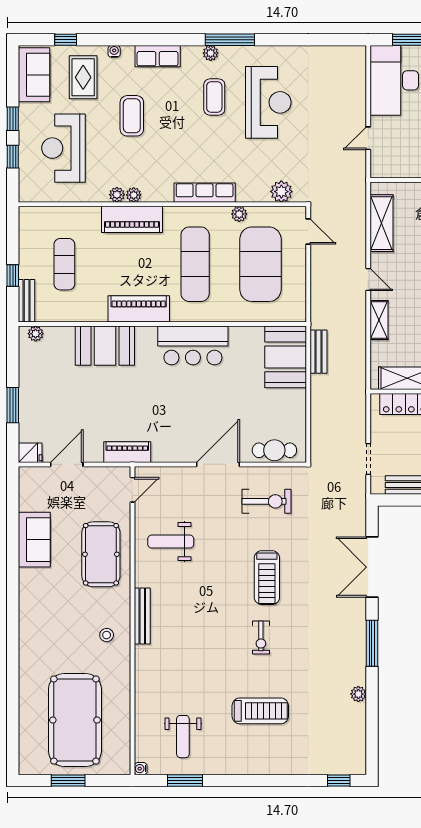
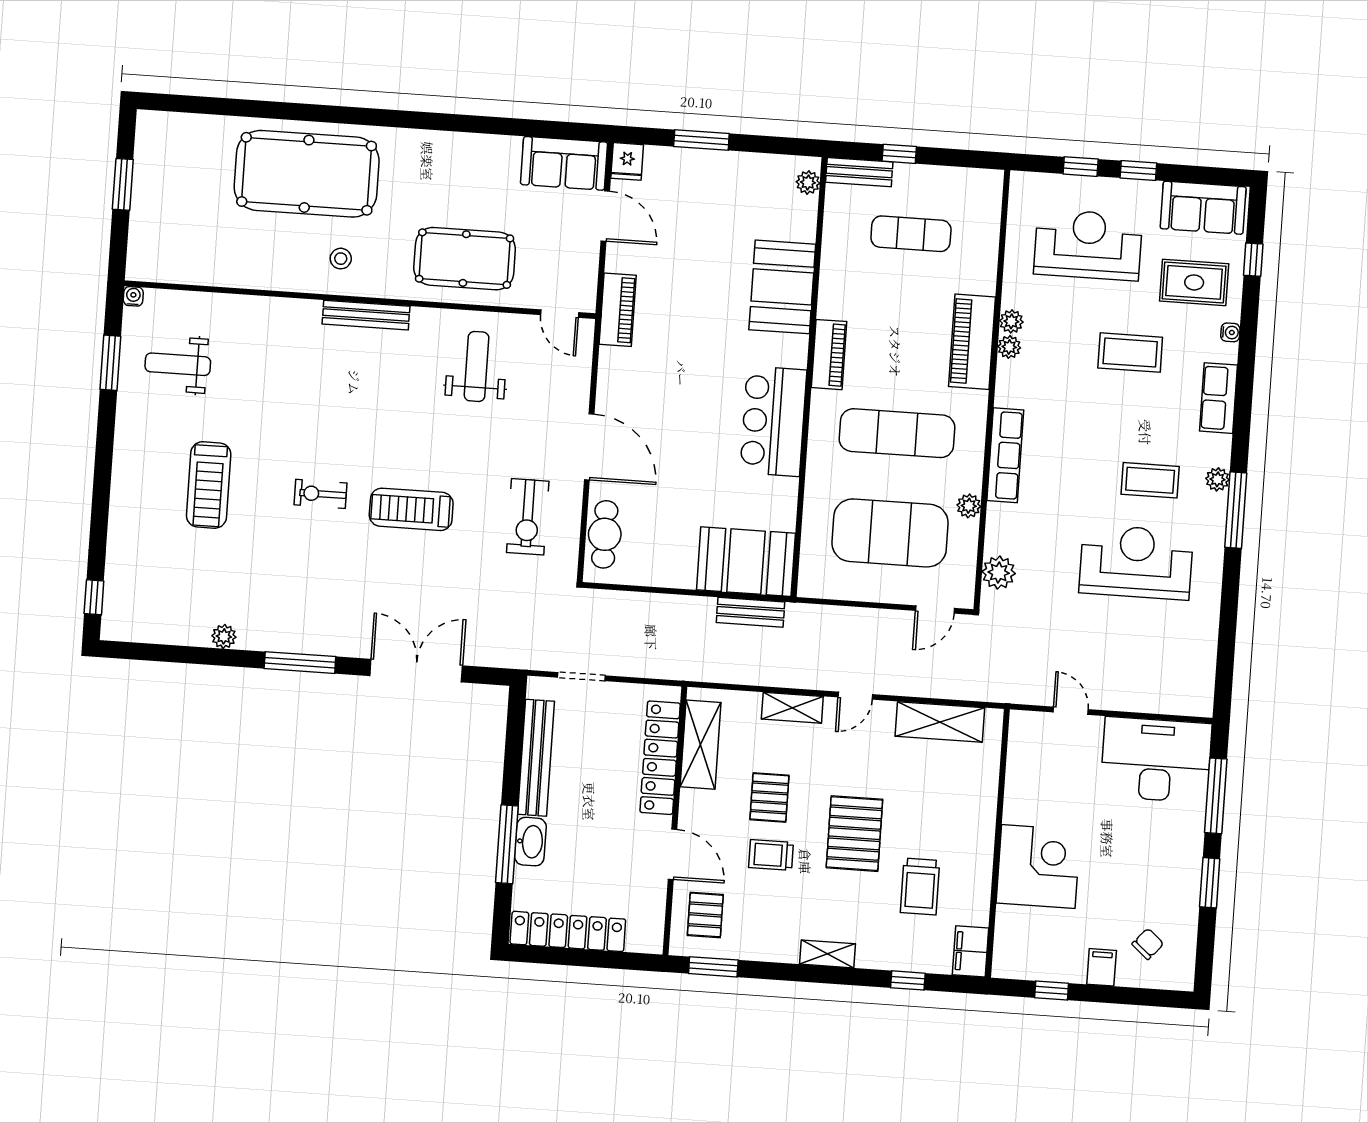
reception desk: (268, 102) -> (1136, 562), turned 180
piano: (139, 309) -> (829, 355), width x0.73, depth x0.75
sofa: (34, 540) -> (564, 163), moved
pool table: (75, 720) -> (307, 174), moved

